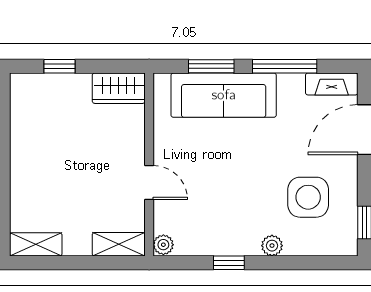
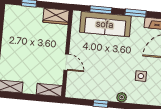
window: (285, 66) -> (136, 13), width x0.69
side table: (308, 197) -> (141, 76), width x0.54, depth x0.54
plant: (163, 245) -> (70, 92), removed

